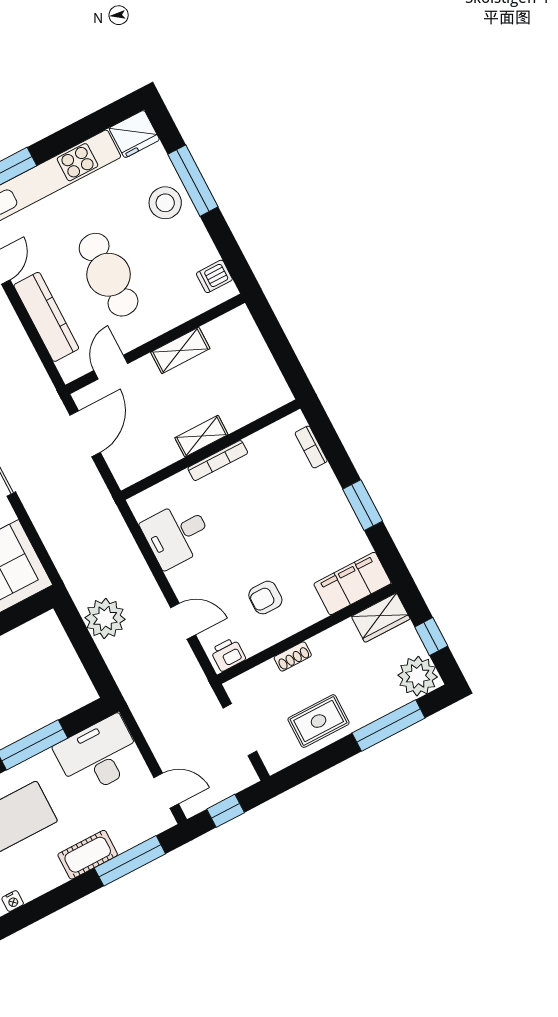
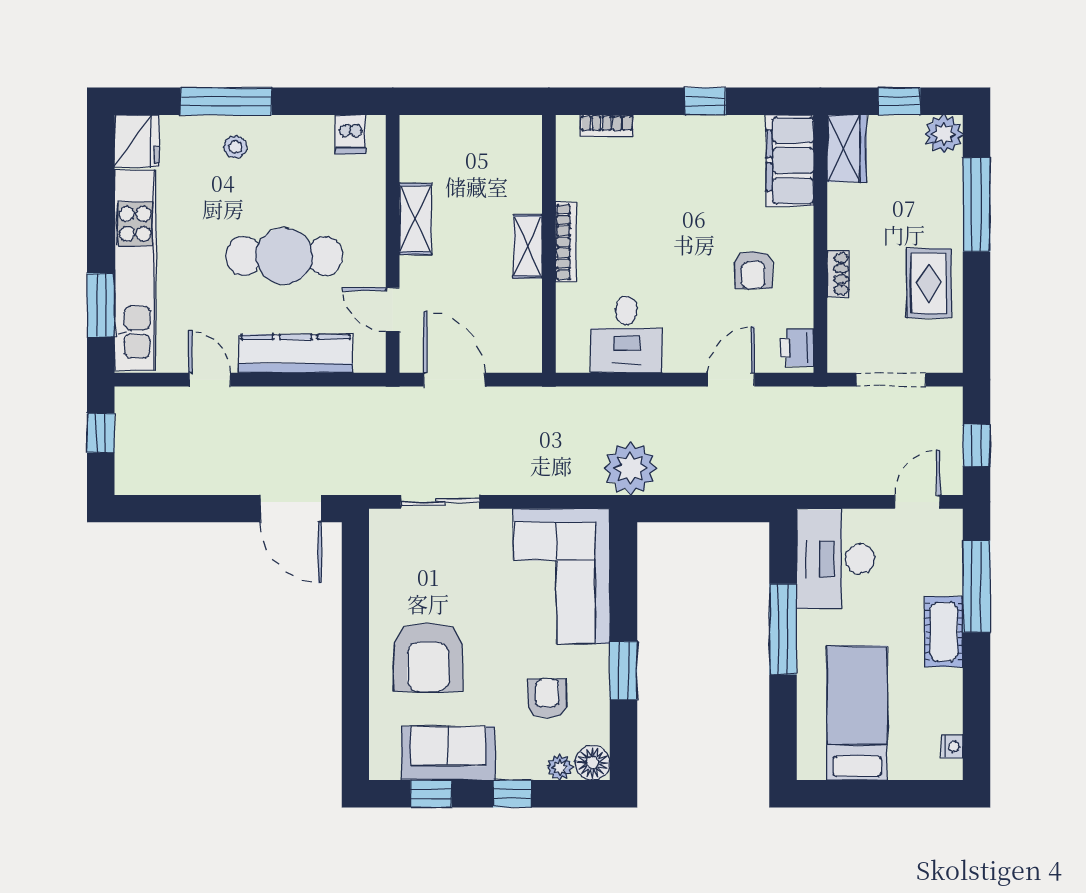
stool: (165, 203) -> (235, 147), width x0.53, depth x0.53
window: (363, 505) -> (705, 101), width x0.67
plant: (105, 618) -> (630, 468), moved
plant: (418, 676) -> (944, 134), width x0.73, depth x0.73

